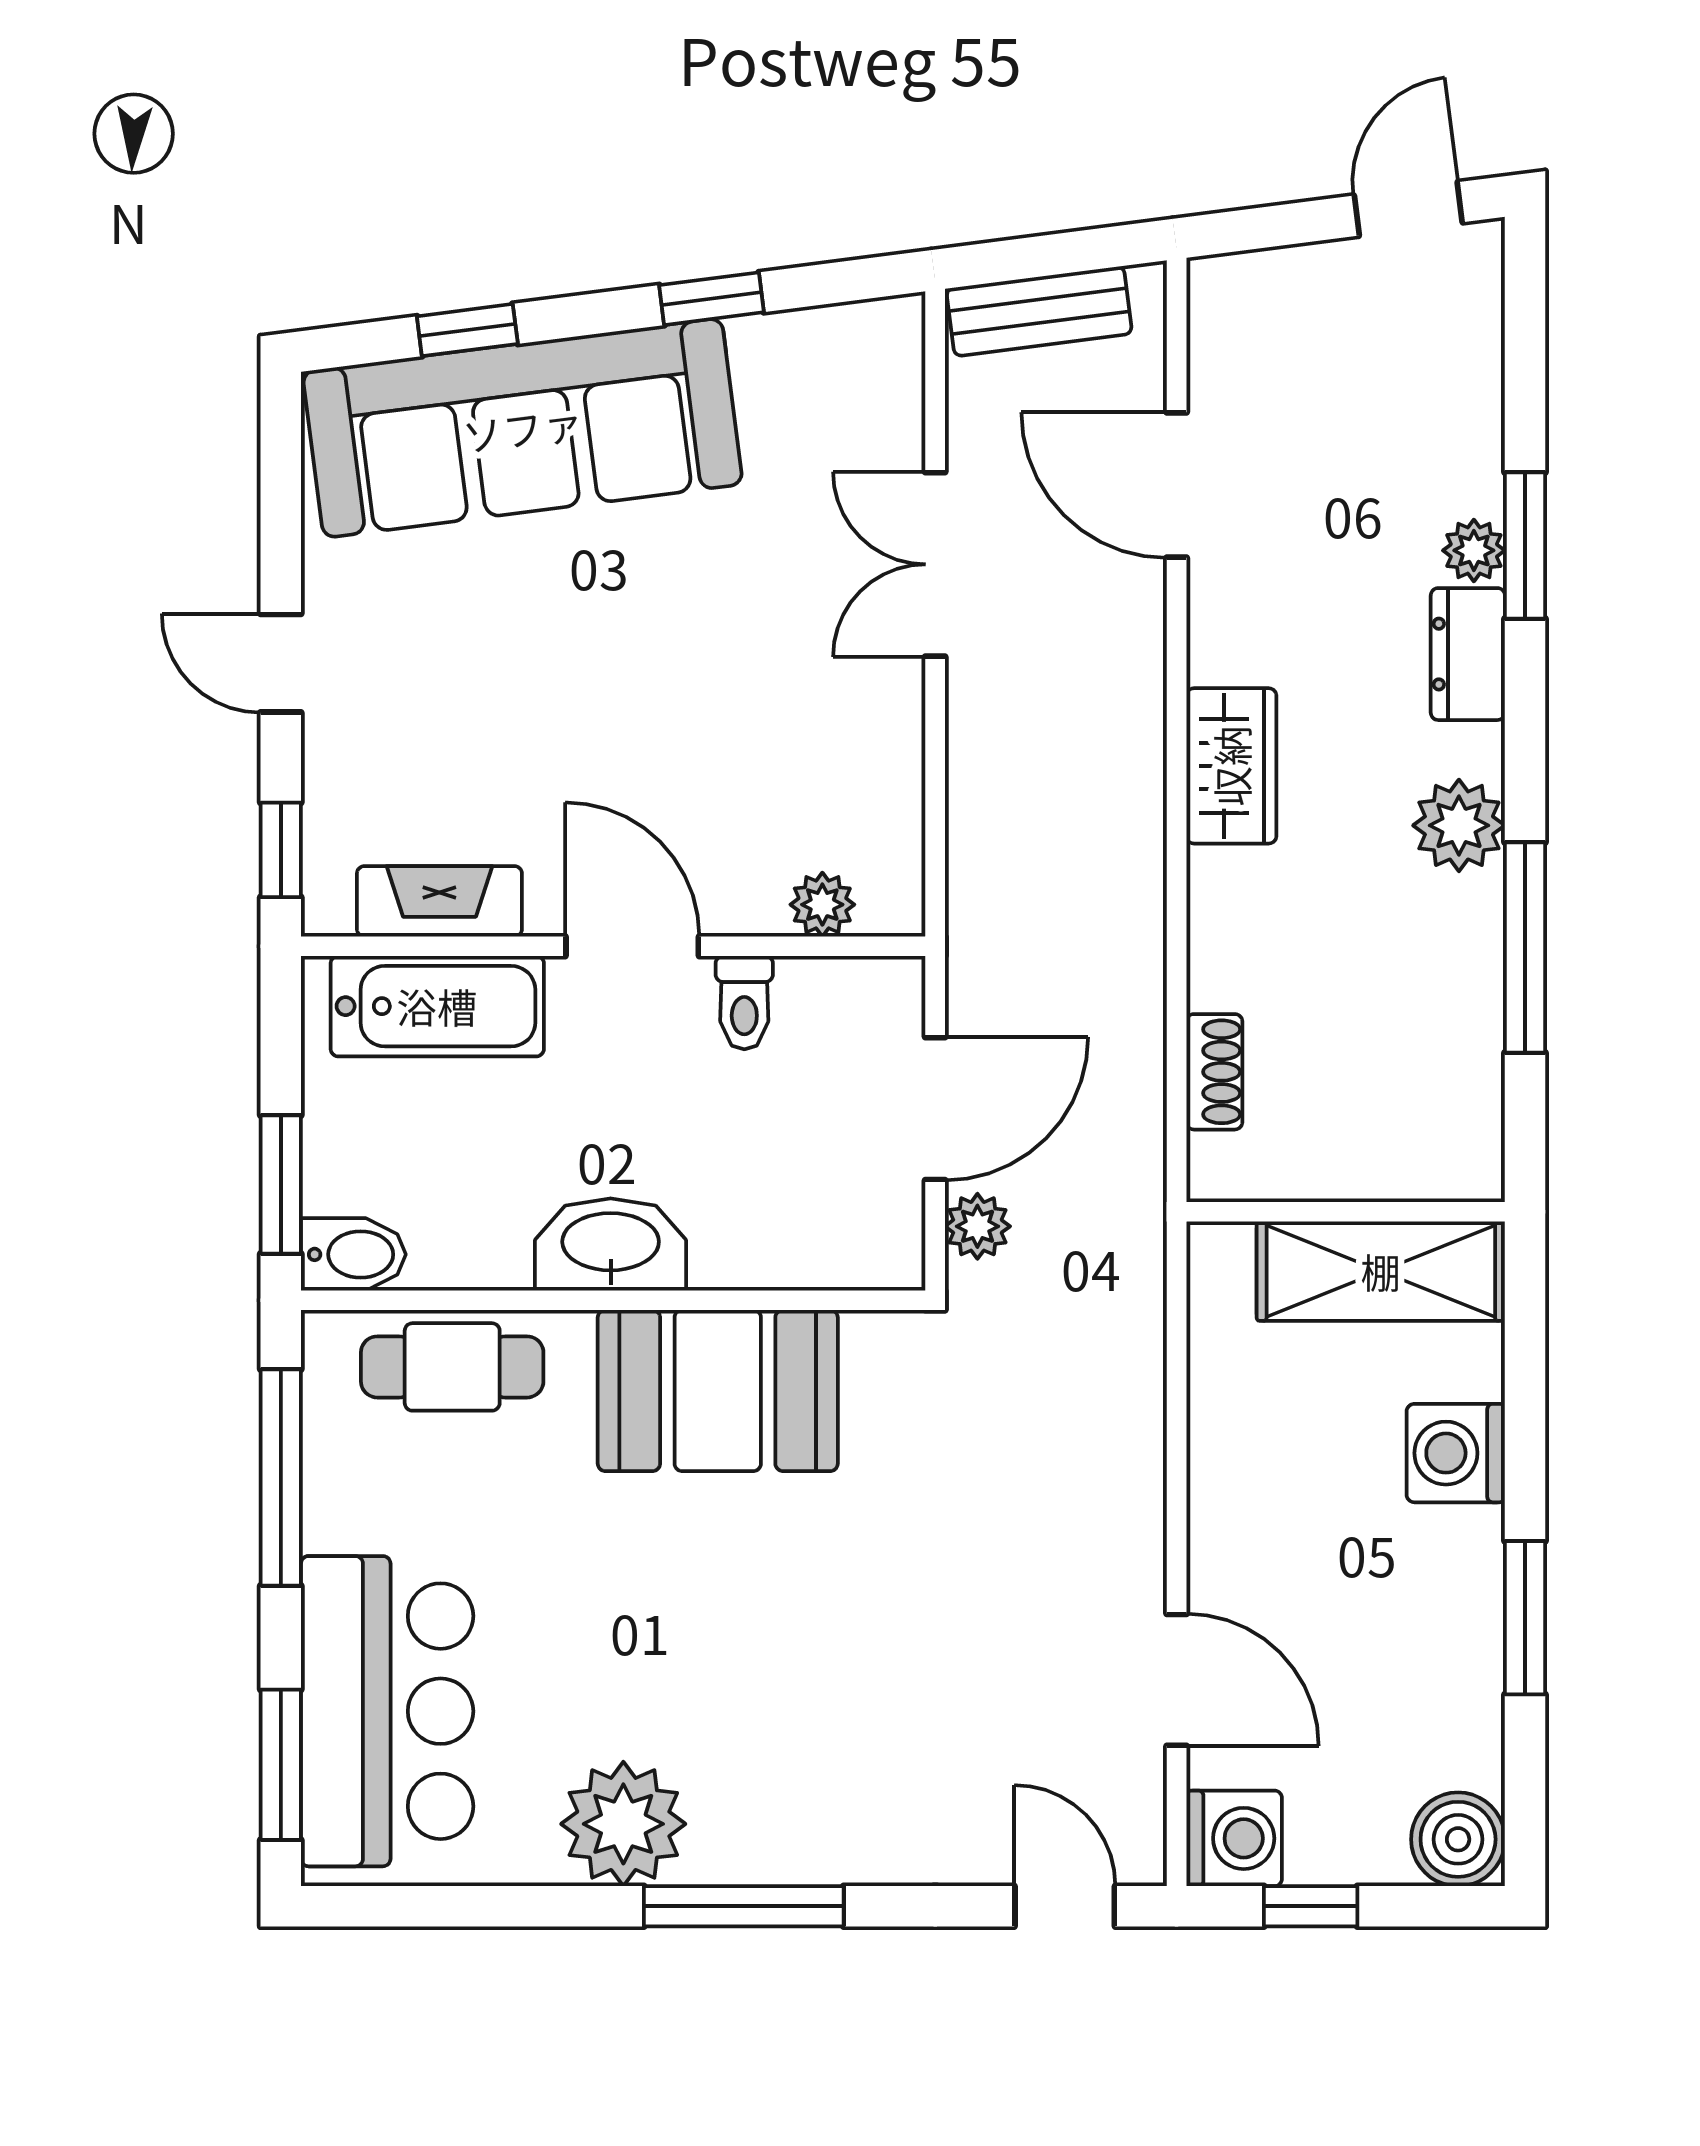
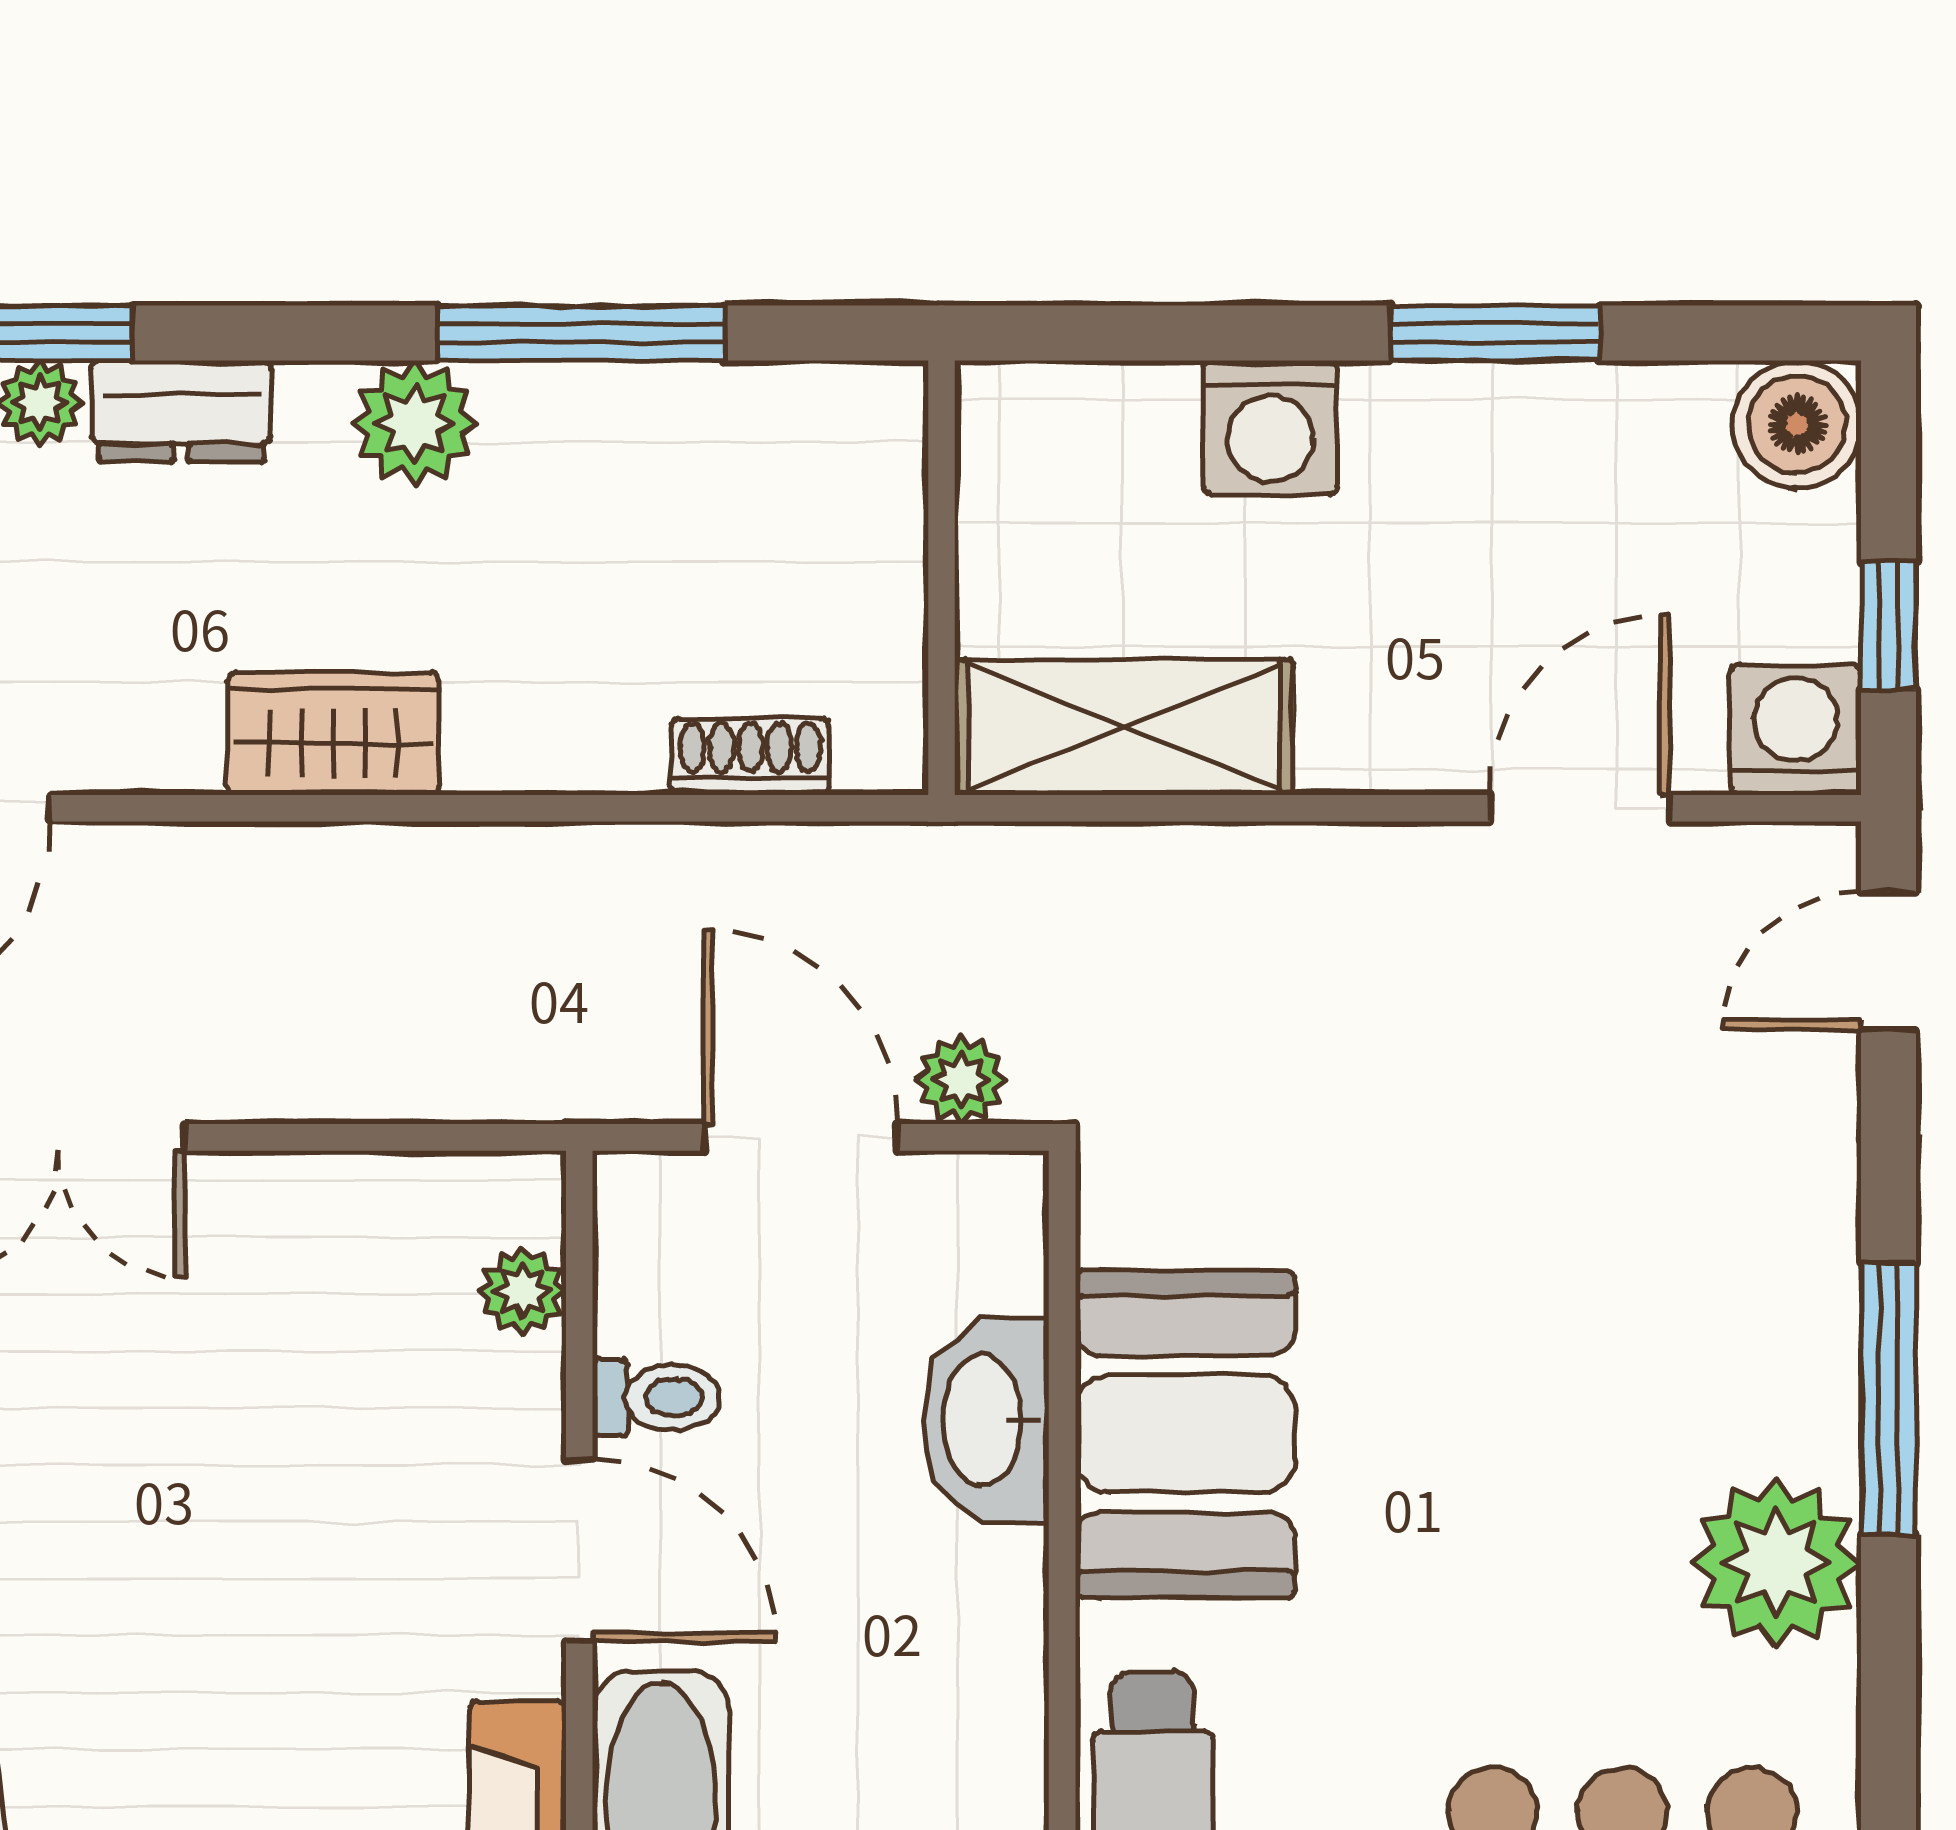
door: (632, 946) -> (579, 1550), swing flipped
washbasin: (611, 1245) -> (986, 1420), moved
shelving: (1381, 1271) -> (1124, 727), moved, turned 90

